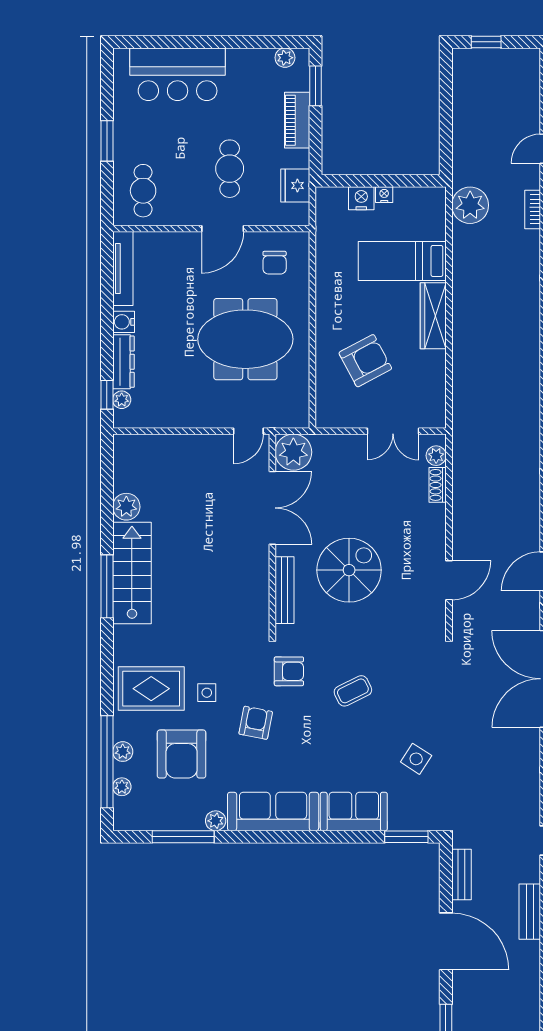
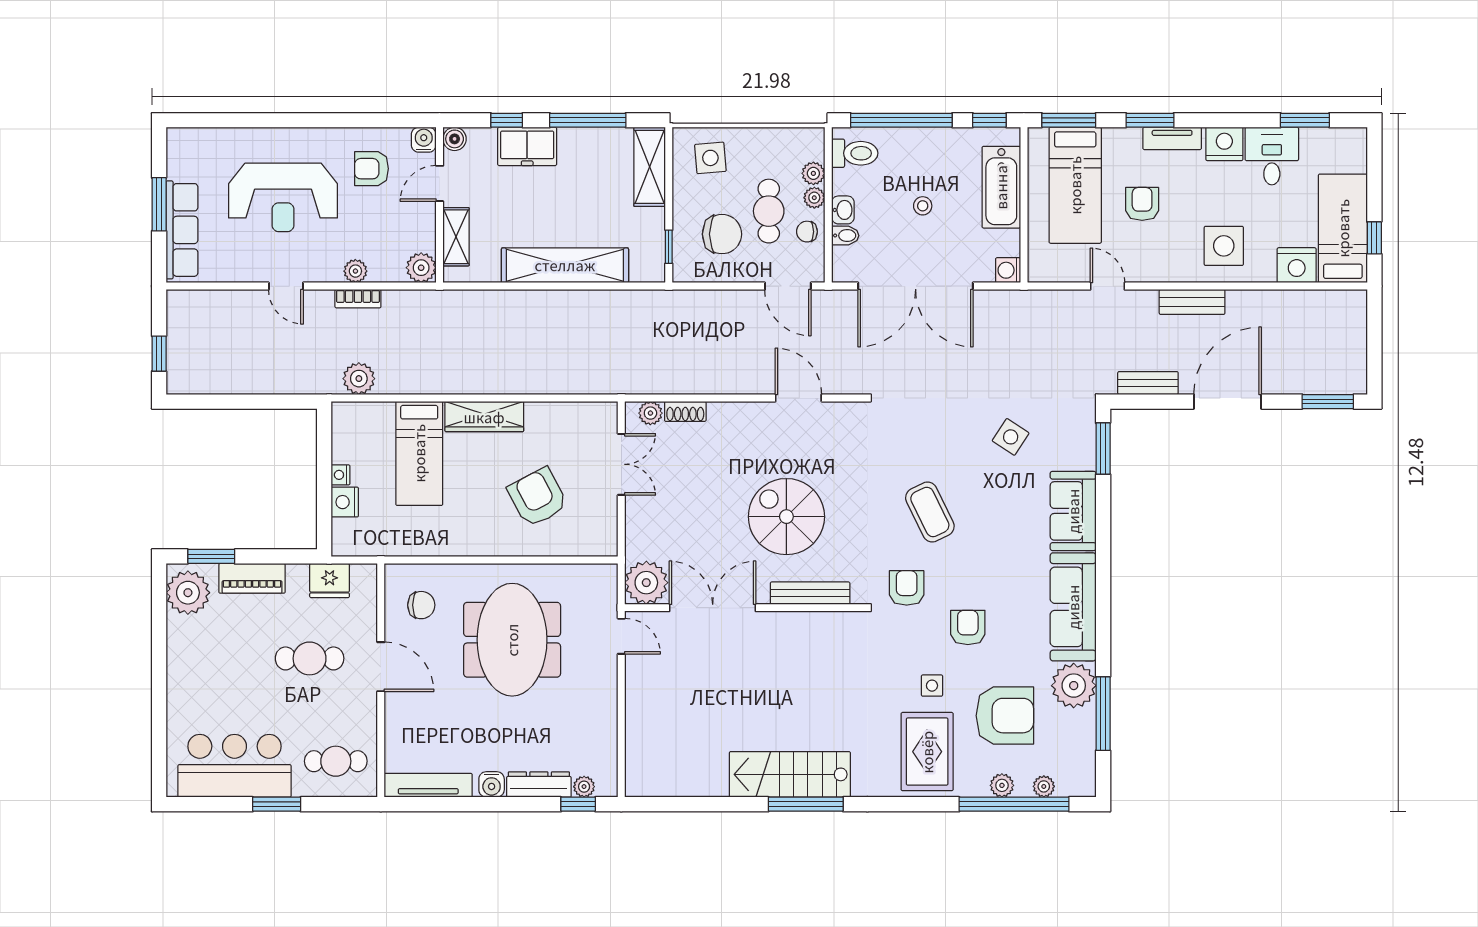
plant: (285, 58) -> (188, 593), width x1.87, depth x1.87
bar counter: (178, 74) -> (235, 766), moved, turned -90
plant: (470, 205) -> (359, 379), width x0.73, depth x0.73
plant: (126, 507) -> (711, 781), removed
coffee table: (353, 691) -> (930, 512), width x1.36, depth x1.30
armchair: (256, 723) -> (968, 627), turned 79
plant: (216, 821) -> (1074, 686), width x1.88, depth x1.88

